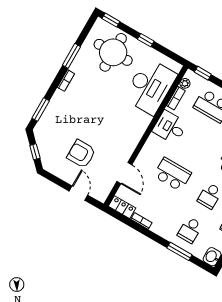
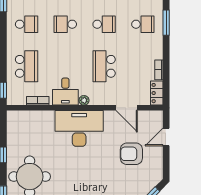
plant: (185, 83) -> (84, 100), moved
desk: (150, 86) -> (79, 128), moved
armchair: (81, 154) -> (131, 154), turned 90
door: (124, 173) -> (127, 108), swing flipped

